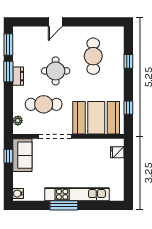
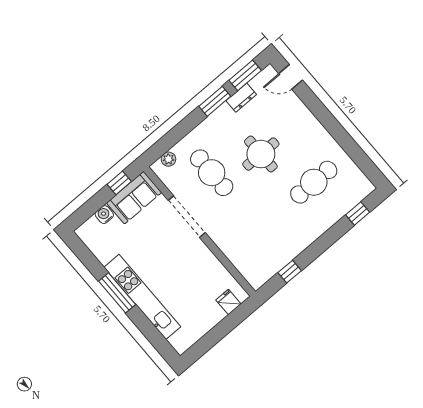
door: (55, 22) -> (291, 77), moved
window: (128, 61) -> (358, 214), moved
dresser: (18, 76) -> (241, 98), moved
booth: (96, 118) -> (247, 245), removed
water cooler: (18, 194) -> (104, 215), moved

